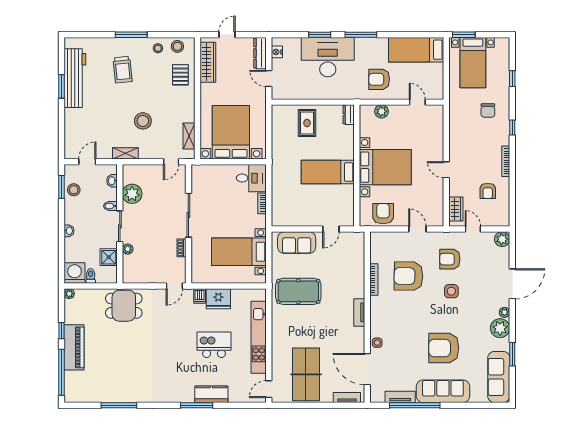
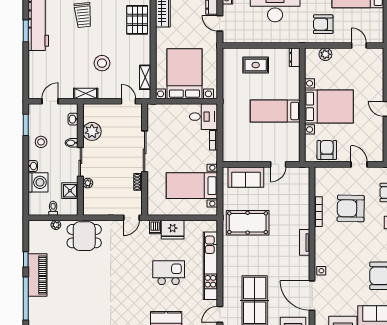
pallet: (180, 75) -> (137, 20), width x1.50, depth x1.42
rug: (307, 123) -> (256, 65), turned 90
door: (171, 162) -> (128, 101), swing flipped
stool: (74, 190) -> (41, 142), moved
washing machine: (75, 273) -> (38, 182), moved, turned 90
plant: (69, 294) -> (56, 225), moved

